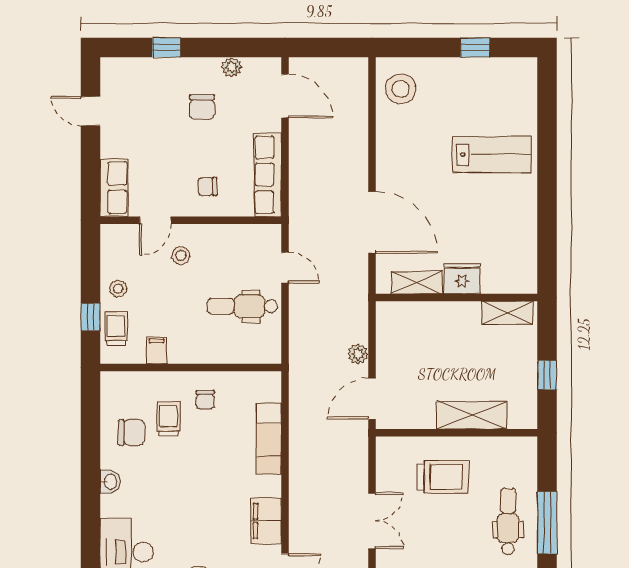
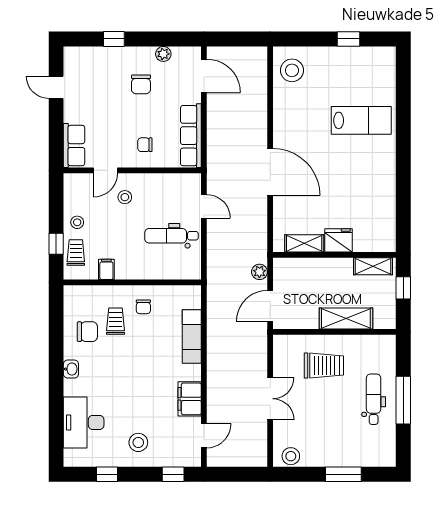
fridge: (462, 279) -> (339, 240), moved
shelving: (417, 283) -> (304, 243), moved
wall: (456, 298) -> (334, 255), moved
shelving: (507, 313) -> (373, 266), moved

